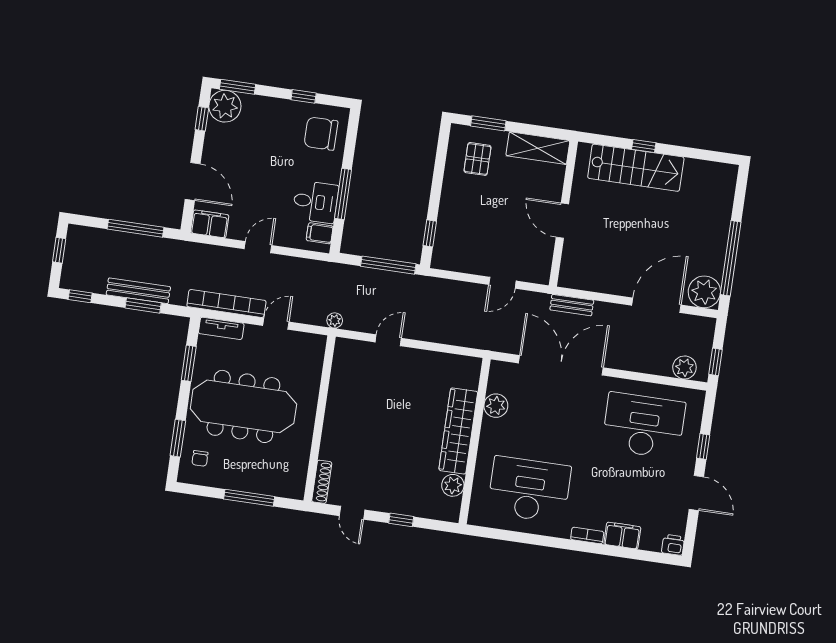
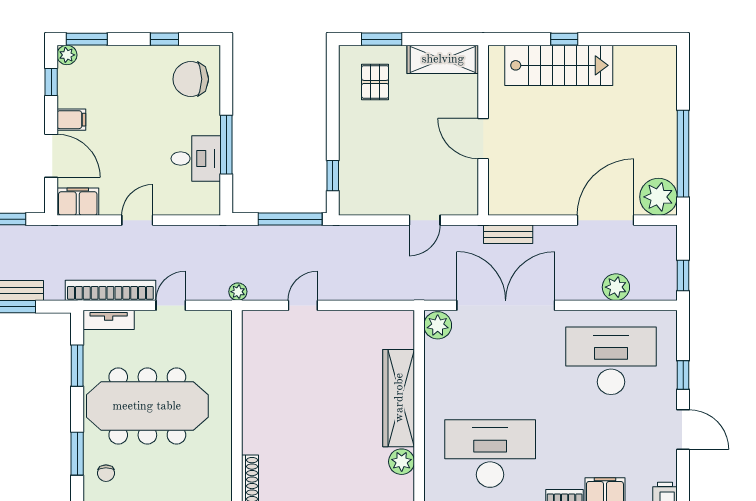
plant: (225, 106) -> (67, 55), width x0.53, depth x0.53
filing cabinet: (320, 233) -> (71, 120), moved, turned 180
plant: (684, 367) -> (616, 287), moved
plant: (496, 406) -> (438, 325), moved

